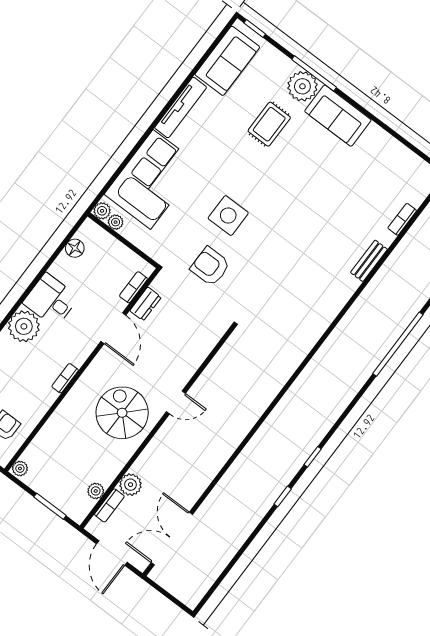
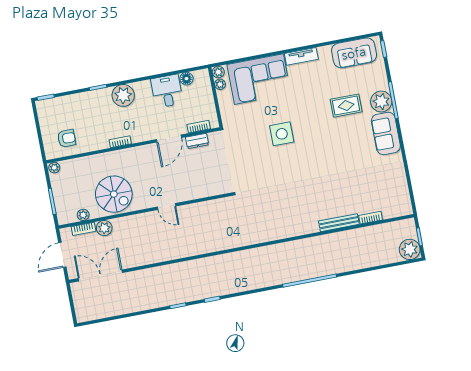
tv unit: (181, 108) -> (301, 56), width x0.71
bench: (369, 261) -> (339, 223), width x1.36
armchair: (210, 266) -> (248, 152), removed
desk: (51, 300) -> (167, 91), moved
spiral stairs: (122, 413) -> (114, 194), moved, turned 90

